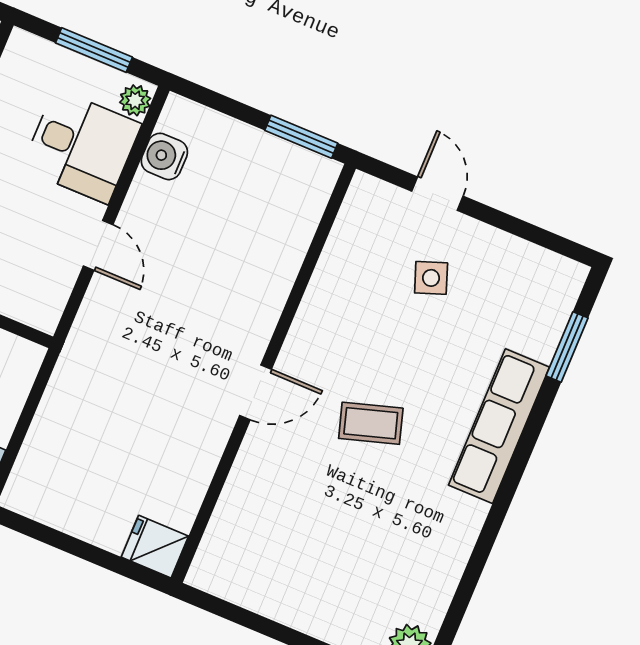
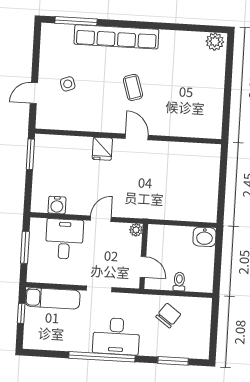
plant: (135, 100) -> (136, 230), moved
window: (567, 347) -> (76, 21), width x1.44
row of seats: (499, 426) -> (116, 37), width x1.36
fridge: (155, 547) -> (102, 149), moved

